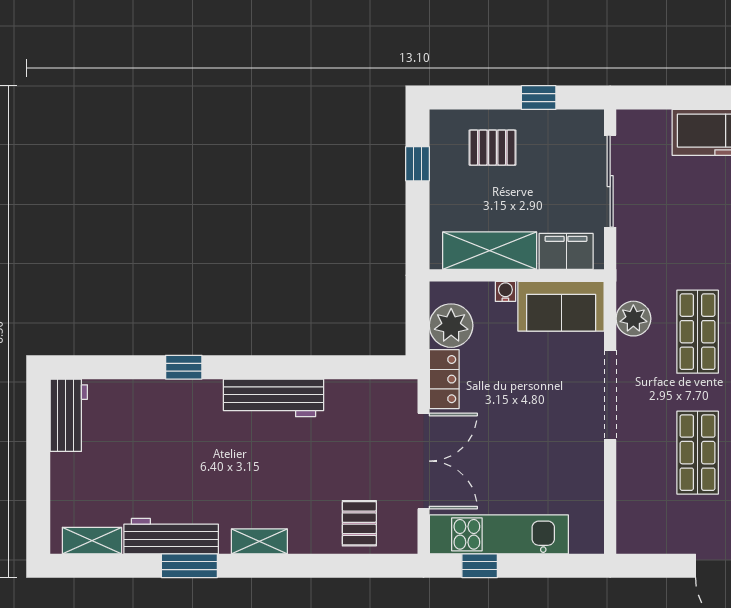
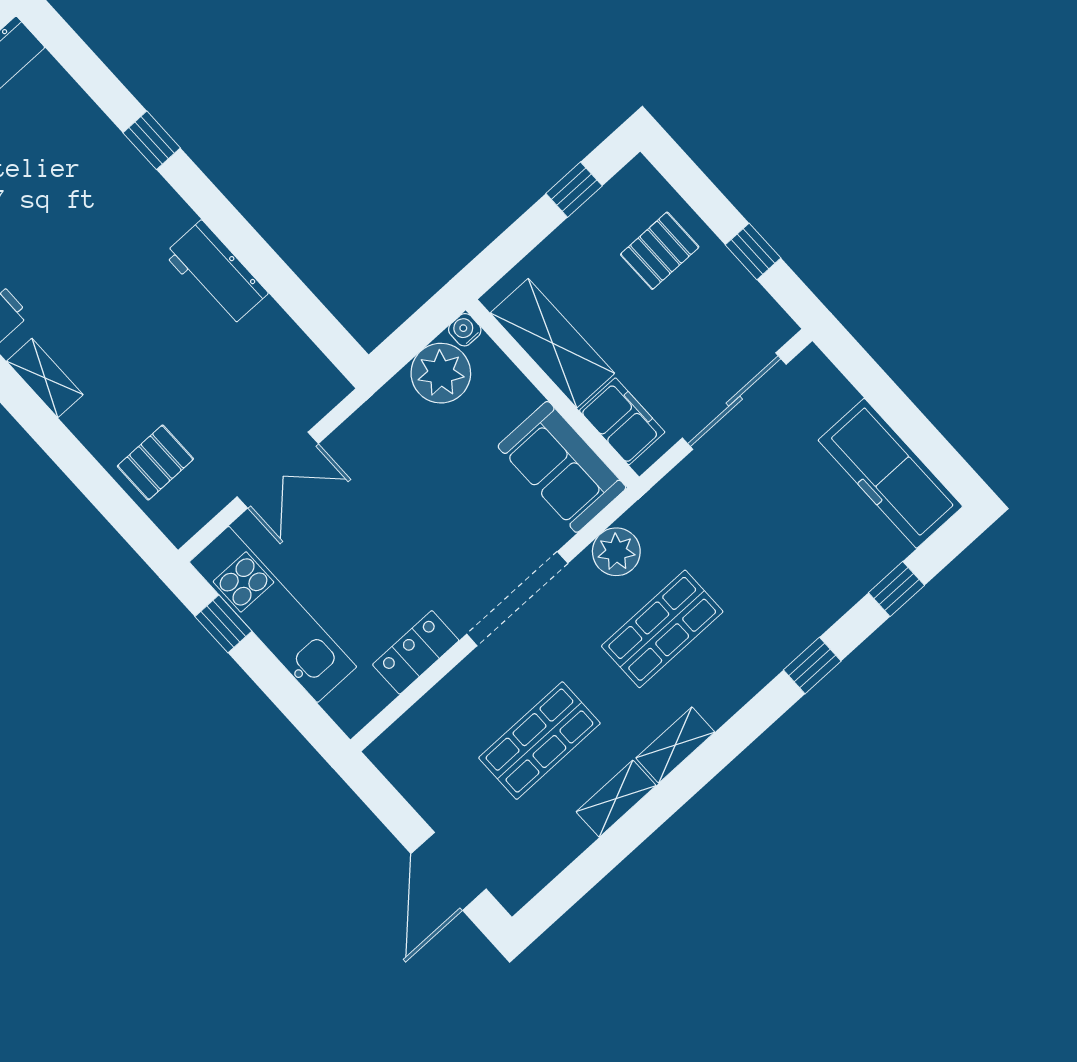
pallet: (492, 148) -> (660, 251), turned 90
water cooler: (505, 291) -> (465, 330), moved, turned -90
locker: (444, 379) -> (416, 652), moved, turned 180
workbench: (274, 398) -> (216, 274), width x0.73
double door: (423, 461) -> (278, 470), width x0.73

